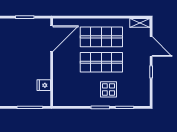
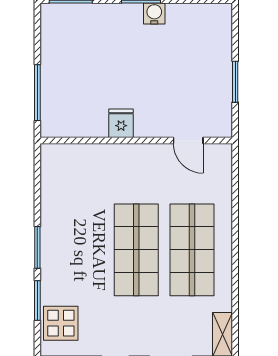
door: (52, 39) -> (188, 140), width x0.53
fridge: (44, 85) -> (121, 123), moved
display table: (108, 89) -> (61, 323), moved

